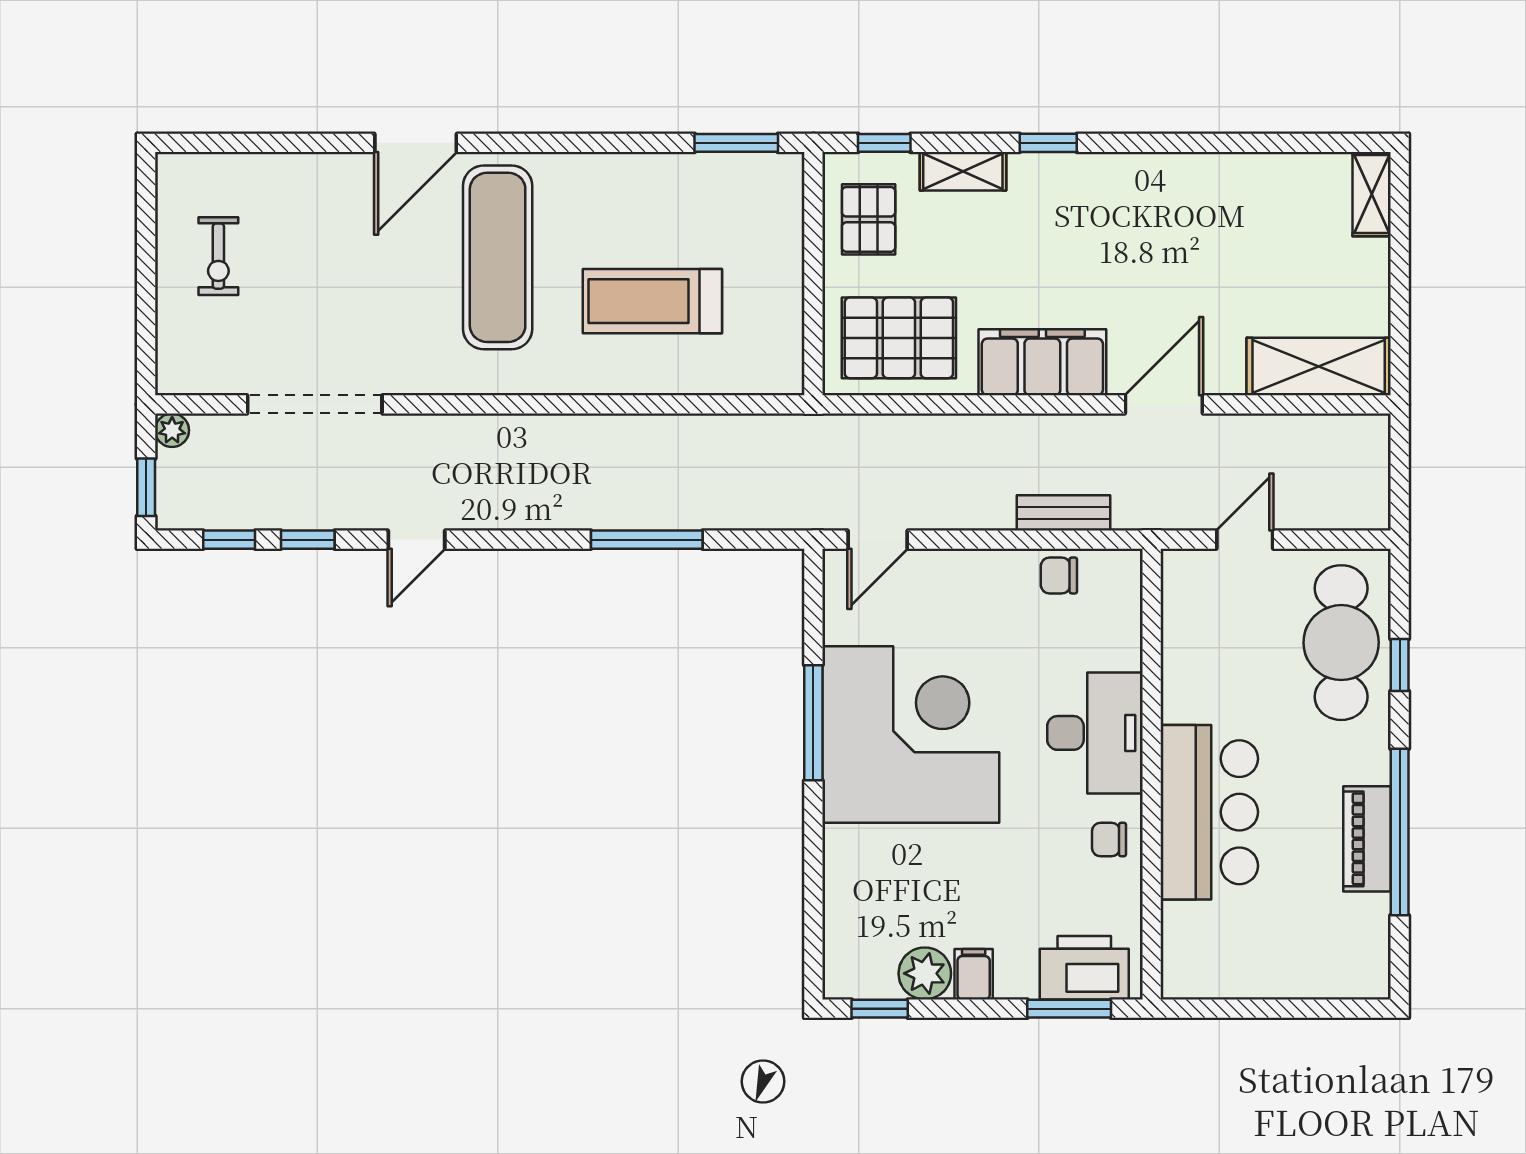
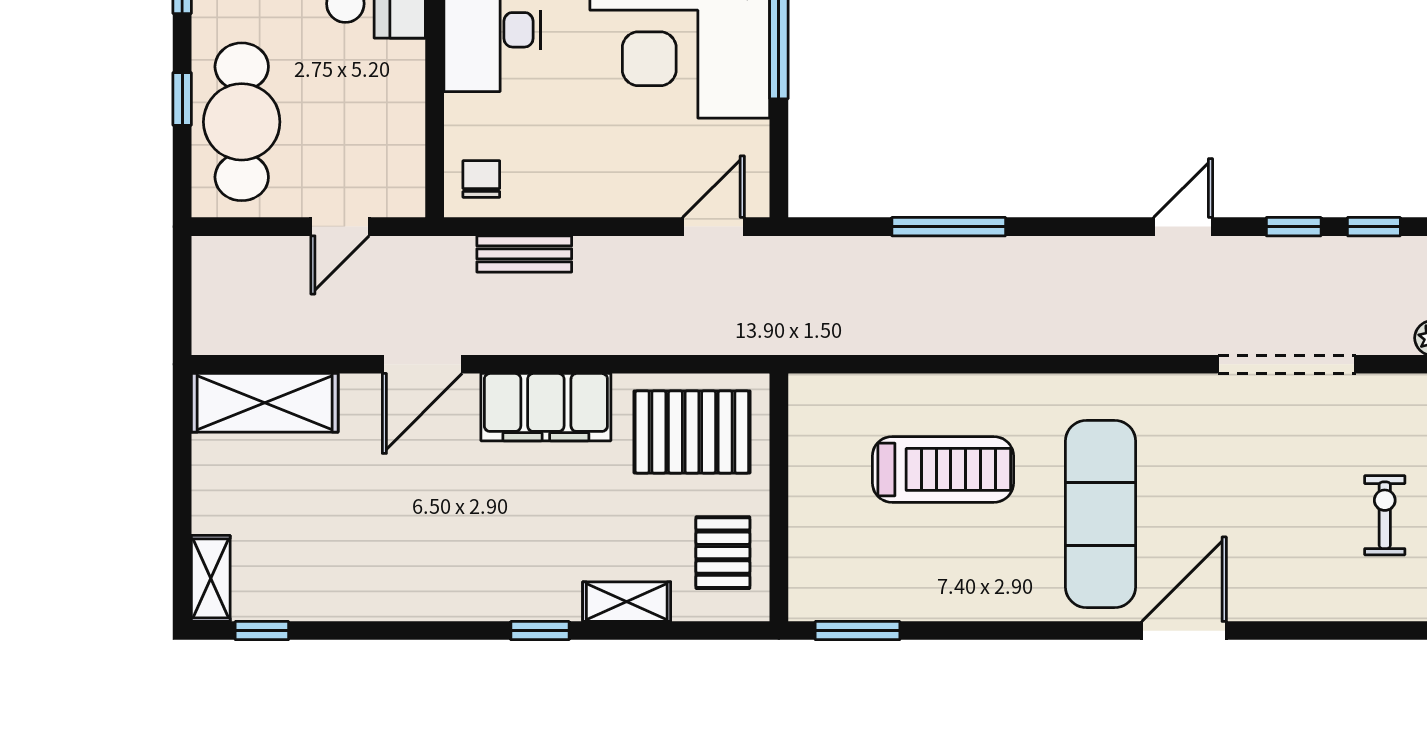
window: (884, 143) -> (262, 631), moved
chair: (1059, 575) -> (481, 179), moved, turned -90

